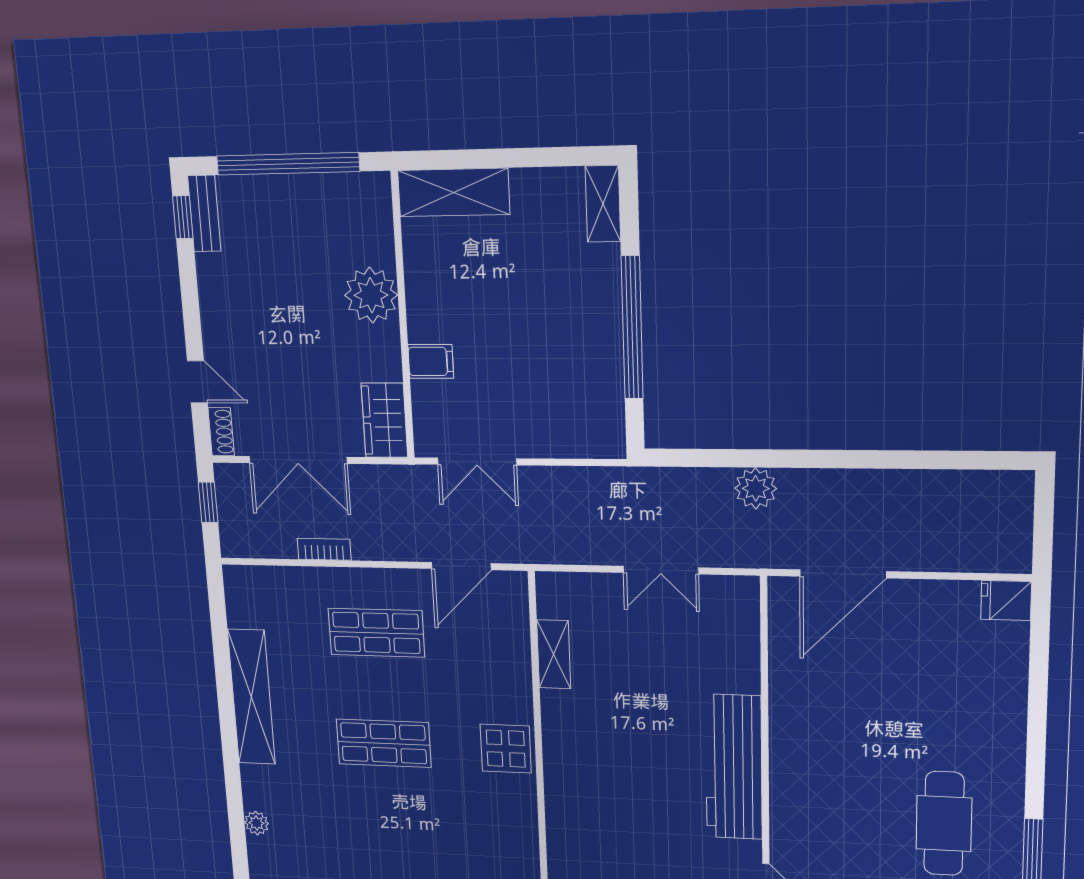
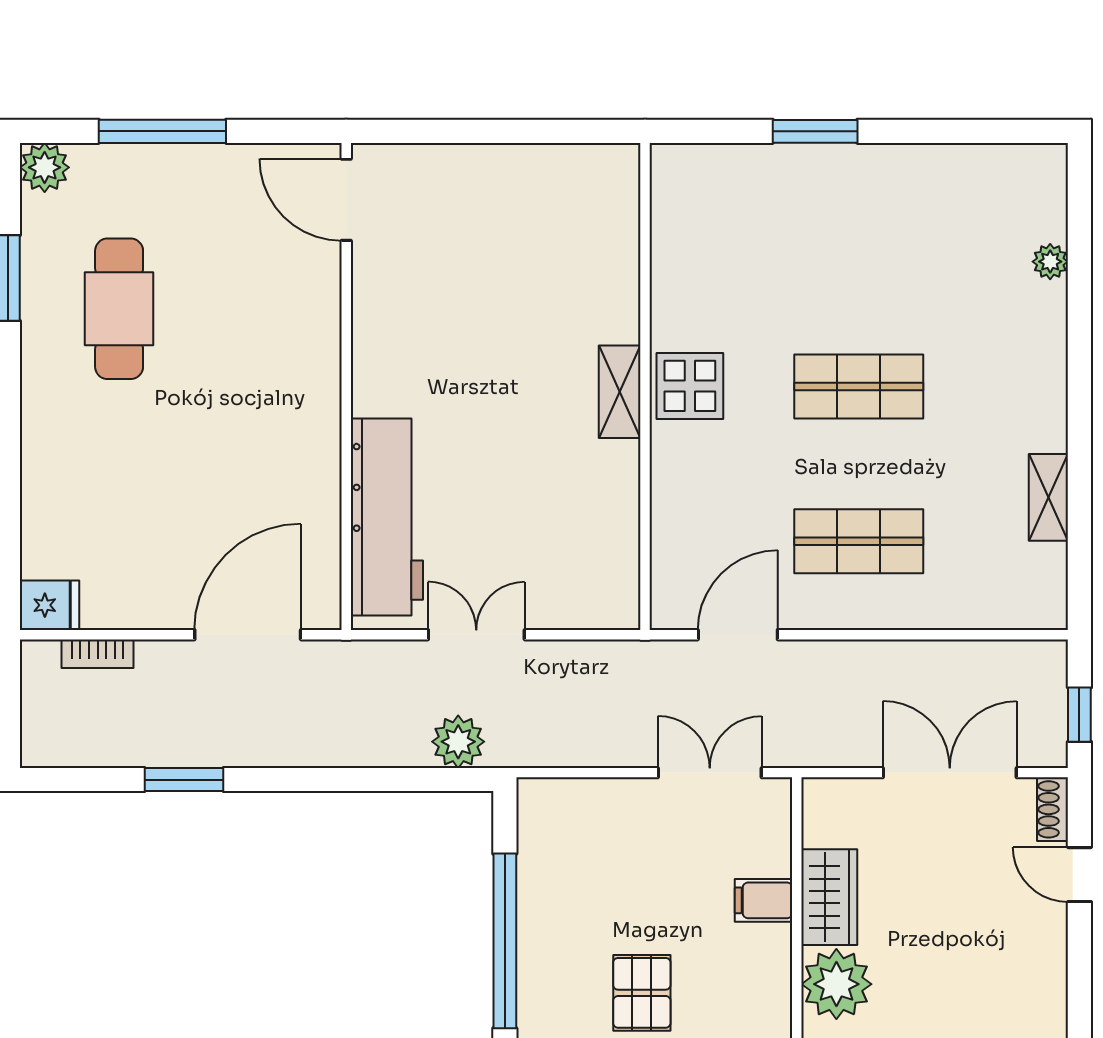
pallet: (522, 286) -> (642, 993), added
wardrobe: (384, 420) -> (829, 897), moved
window: (896, 460) -> (184, 780), added
plant: (756, 488) -> (458, 742), moved
bookcase: (324, 549) -> (98, 654), moved
shelving: (554, 654) -> (620, 392), moved
shelving: (251, 697) -> (1048, 497), width x0.45, depth x0.75
workbench: (734, 767) -> (387, 517), moved

